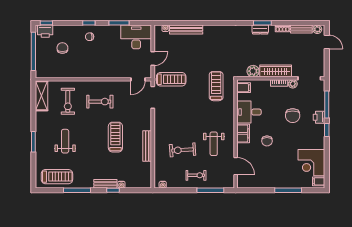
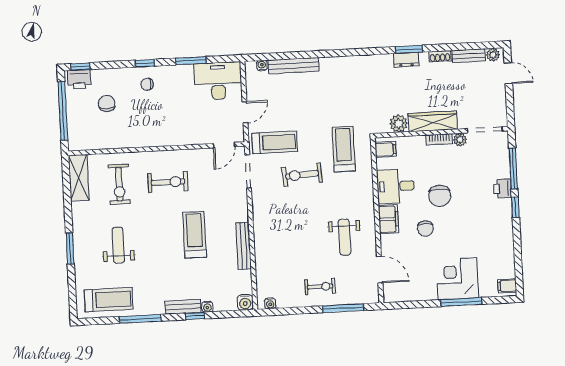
chair: (293, 116) -> (440, 196), moved
exercise bike: (183, 150) -> (302, 175), moved
corner desk: (311, 163) -> (457, 279), moved, turned 90
water cooler: (146, 183) -> (245, 302), added

